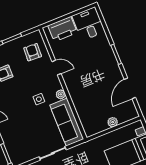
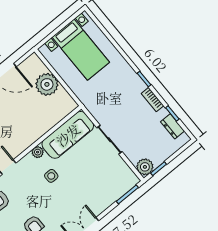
plant: (113, 122) -> (47, 84), width x1.87, depth x1.87

